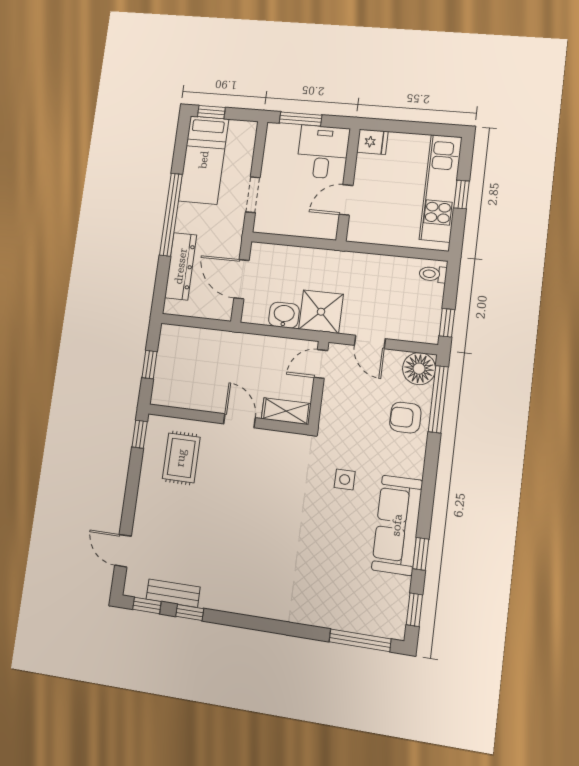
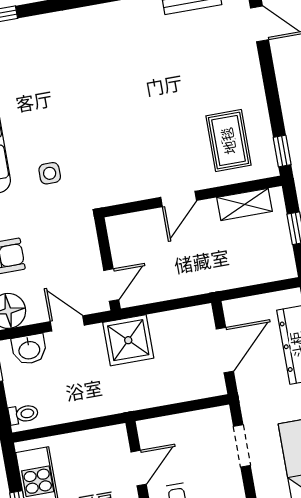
door: (241, 279) -> (225, 350), hinge flipped
washbasin: (284, 315) -> (29, 349), moved
shelving: (286, 411) -> (244, 204), moved
door: (239, 421) -> (179, 199), hinge flipped

